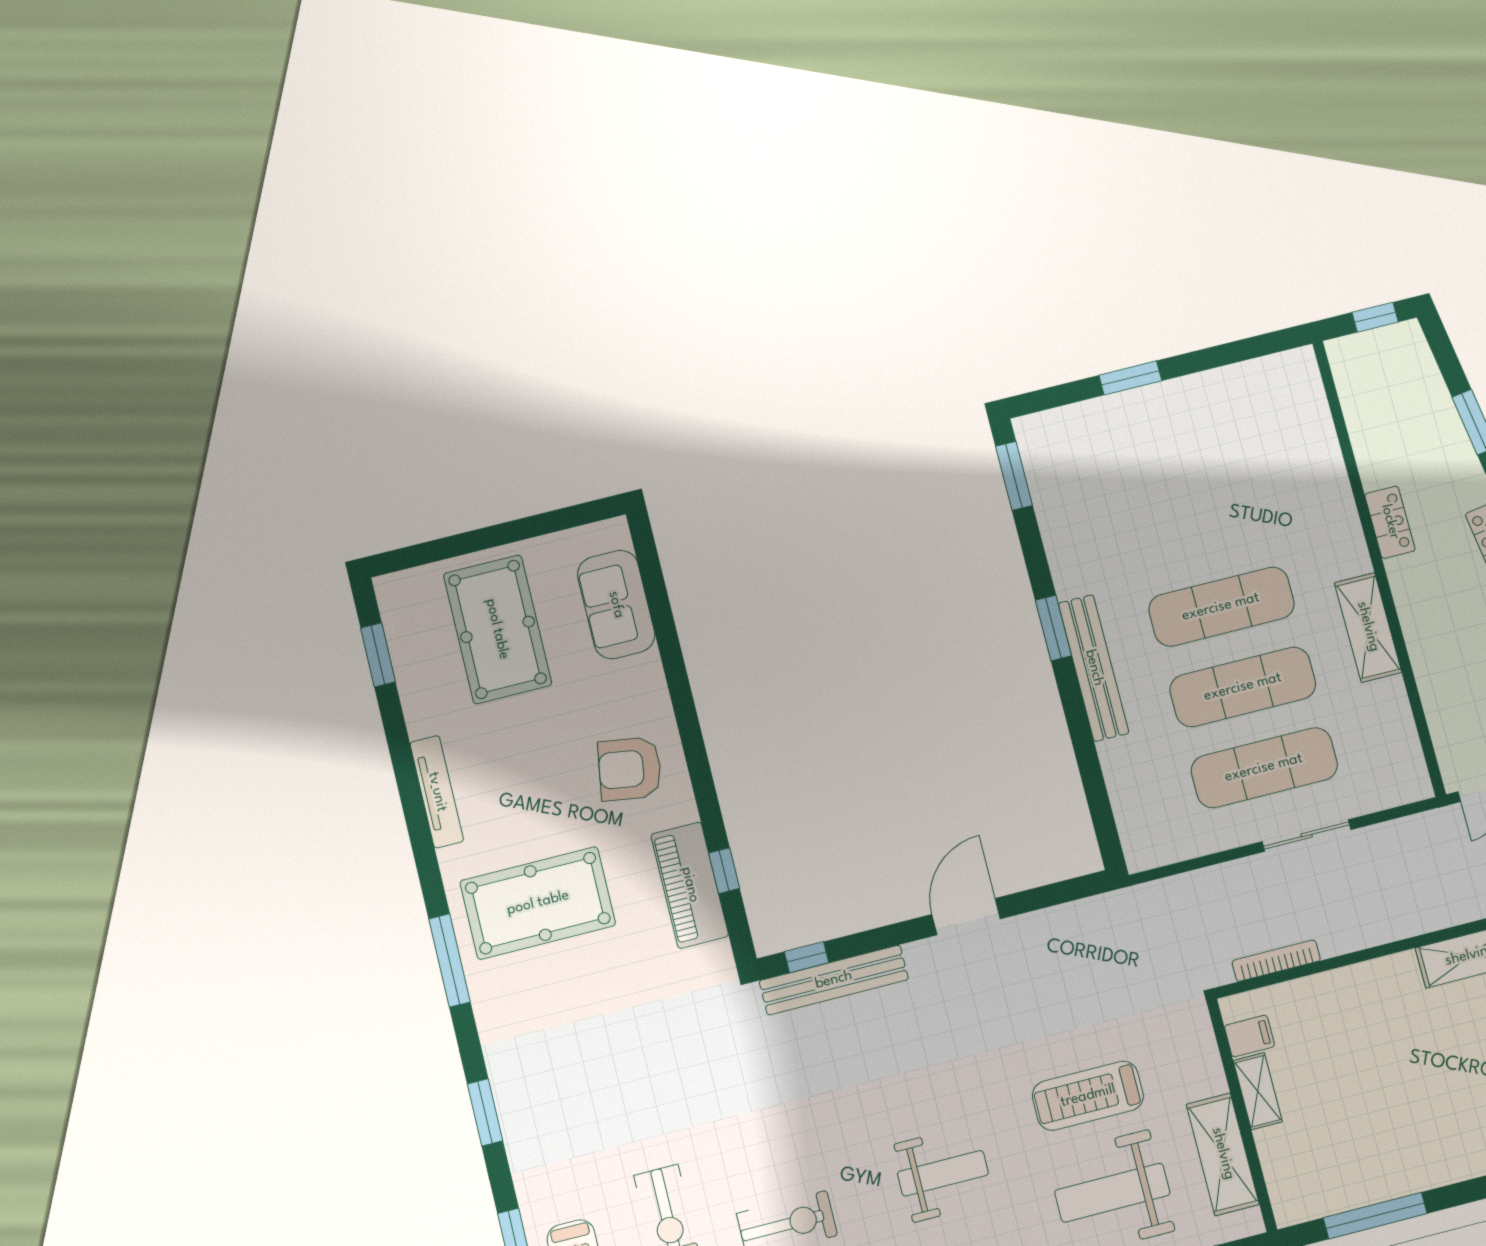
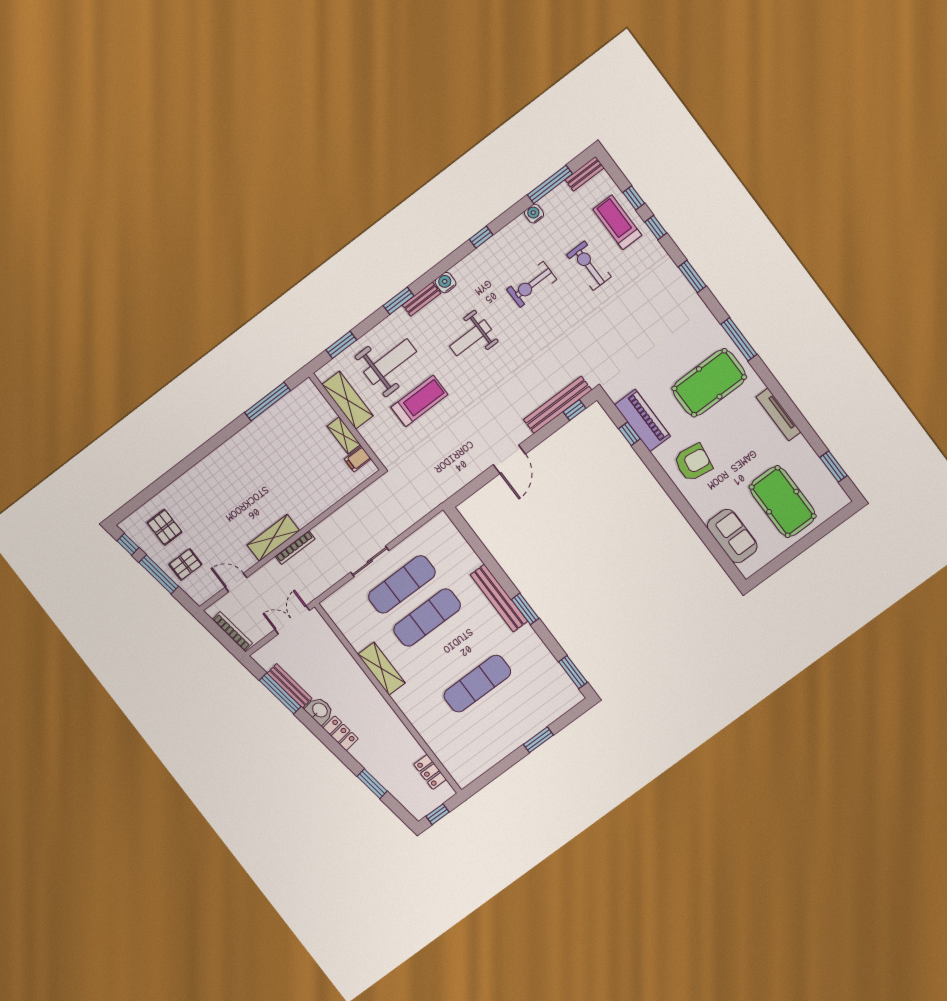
locker: (1390, 522) -> (430, 772), moved
exercise mat: (1221, 607) -> (477, 684), moved
bookcase: (1276, 961) -> (295, 548), moved

